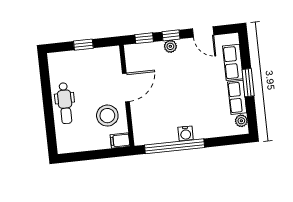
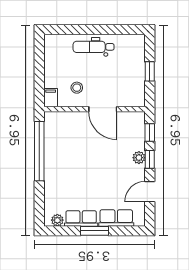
stool: (107, 116) -> (77, 88), width x0.53, depth x0.53
water cooler: (186, 133) -> (51, 163), removed

